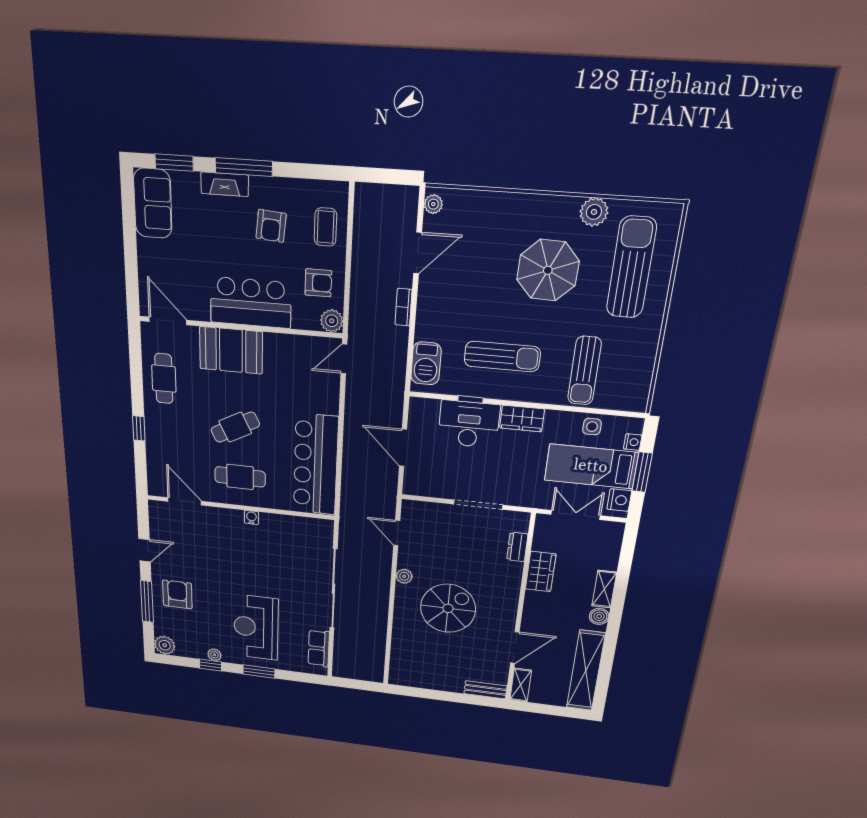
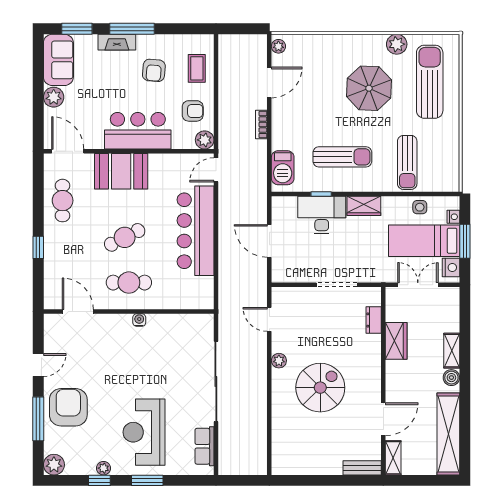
plant: (149, 252) -> (54, 97), added
bar counter: (316, 465) -> (196, 231), moved
armchair: (177, 594) -> (68, 407), width x1.36, depth x1.36

